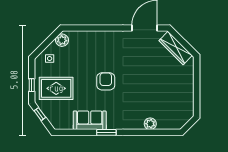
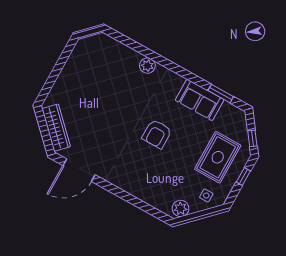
rug: (56, 88) -> (218, 157), turned 90
plant: (150, 124) -> (147, 66), moved
window: (106, 132) -> (221, 94), moved

